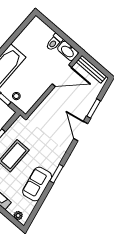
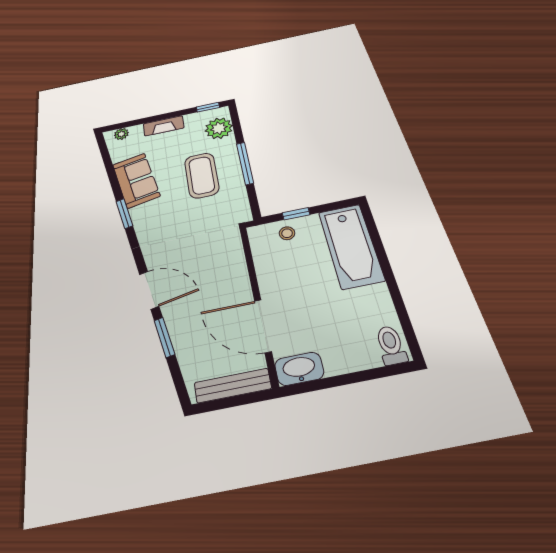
toilet: (54, 42) -> (391, 345), moved
door: (62, 76) -> (263, 326), hinge flipped

